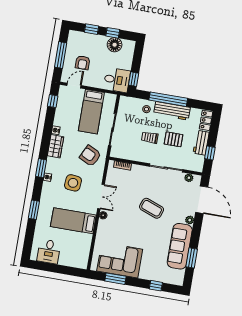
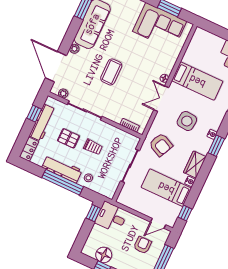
bed: (91, 112) -> (166, 188), moved, turned -90
workbench: (201, 143) -> (42, 123), width x1.38
coffee table: (152, 208) -> (111, 72), turned 70

